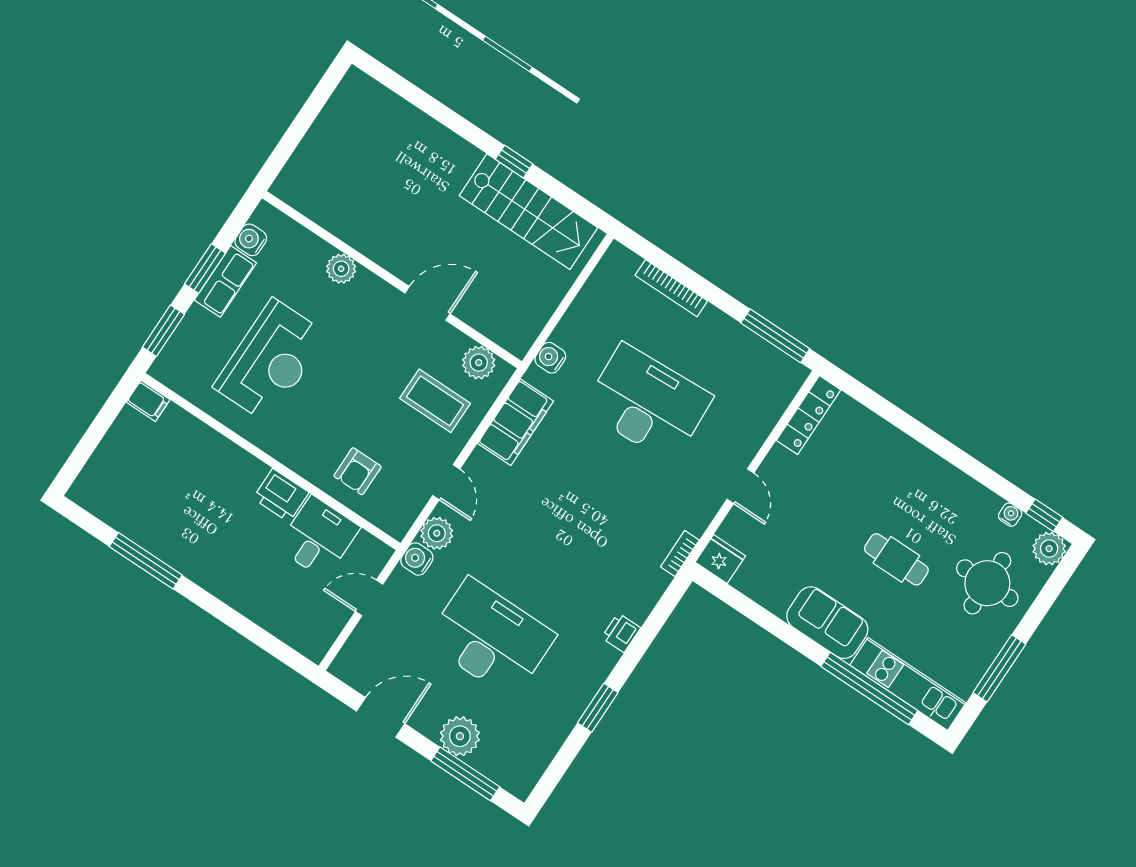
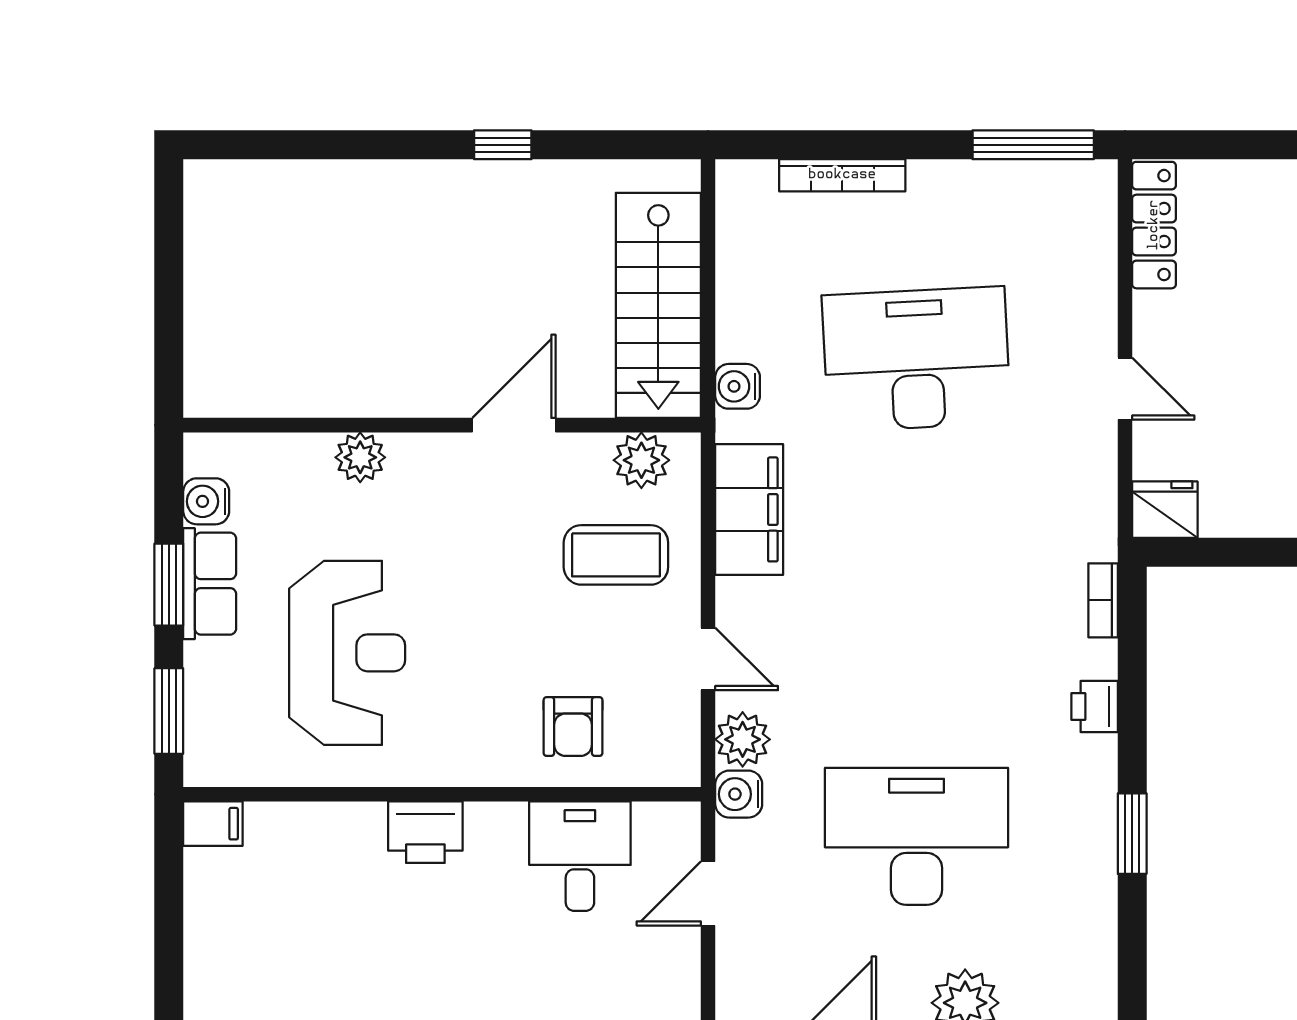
stairs: (528, 212) -> (658, 305), moved, turned 90
printer: (281, 495) -> (425, 832), moved
bookcase: (680, 554) -> (1103, 600), moved

